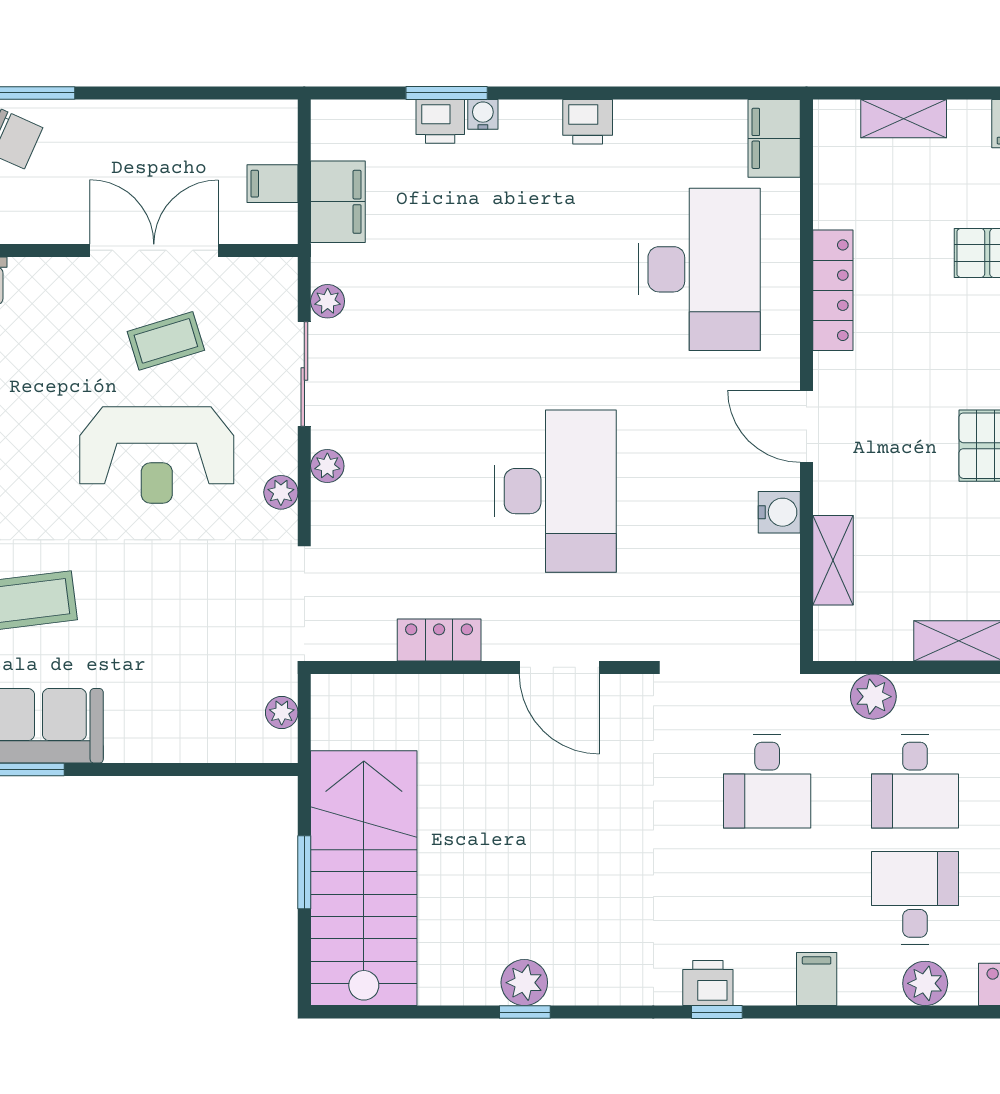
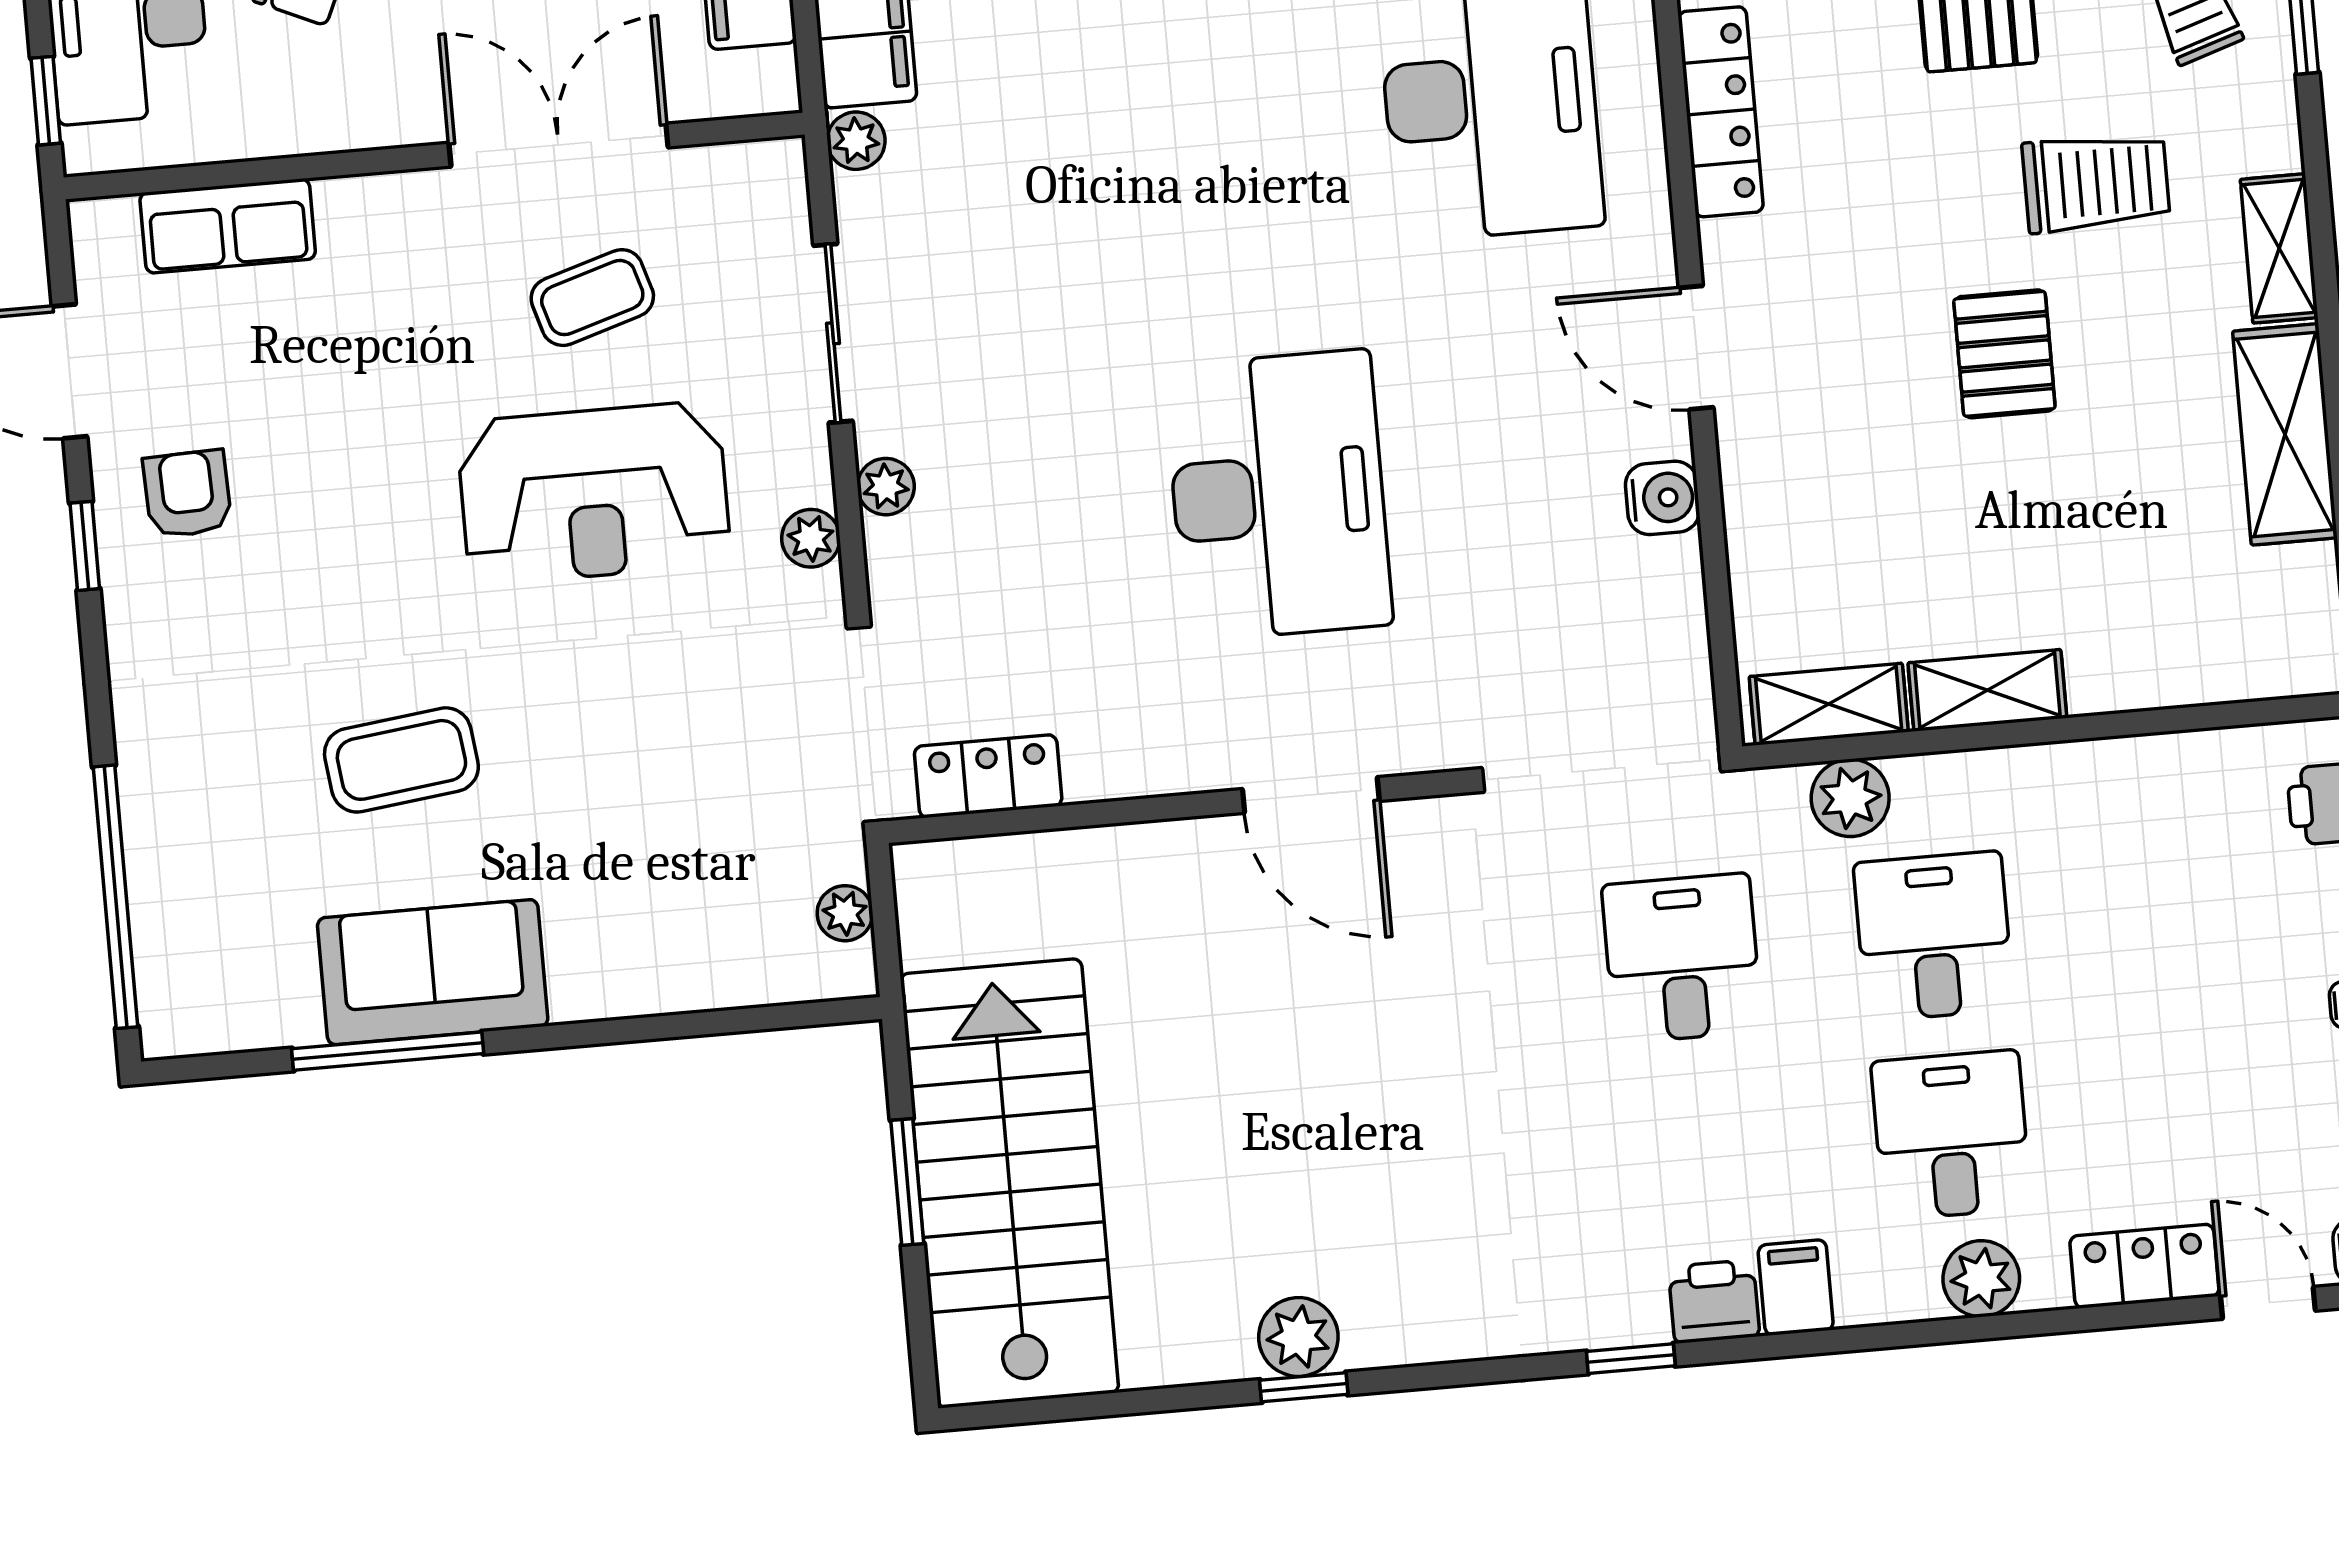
plant: (328, 301) -> (856, 141), moved
shelving: (833, 560) -> (1829, 704), moved, turned 90
locker: (439, 640) -> (988, 776), moved
desk: (767, 781) -> (1682, 958), turned 180
desk: (915, 781) -> (1934, 936), turned 180
printer: (708, 983) -> (1714, 1302), moved

